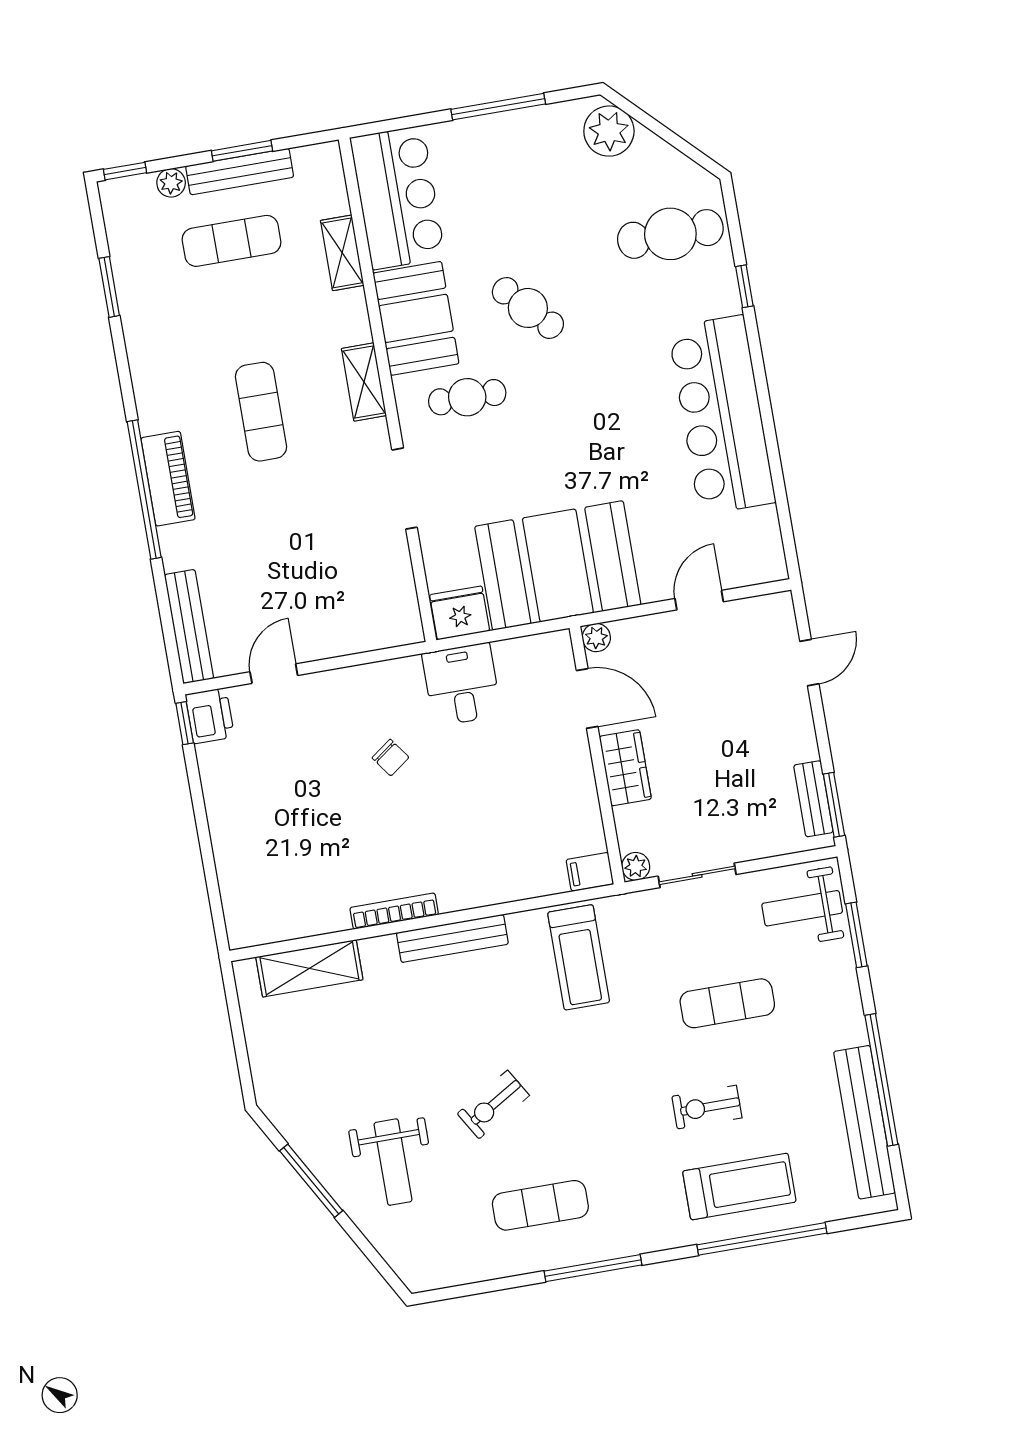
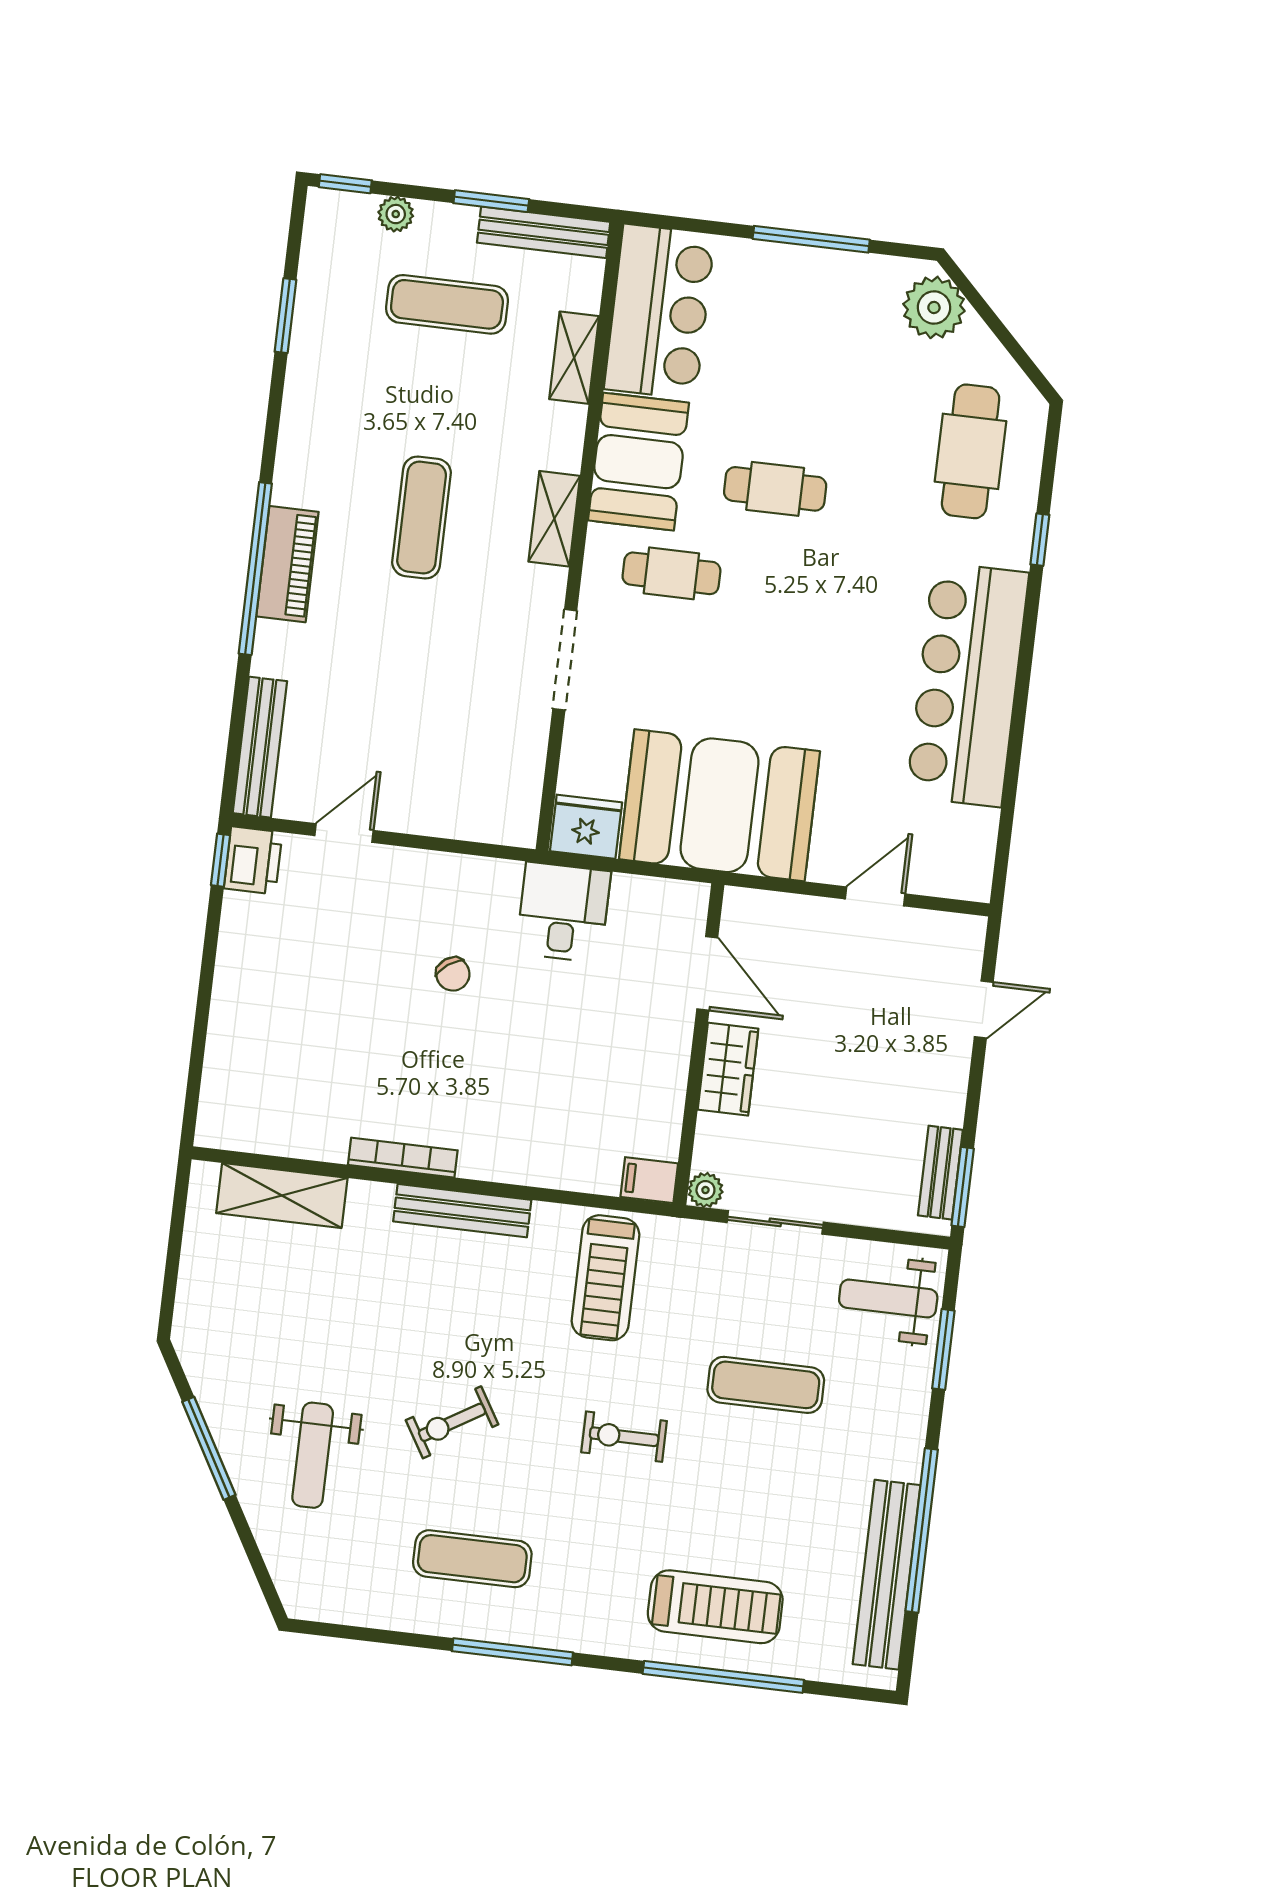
bench: (240, 172) -> (544, 232), moved
cafe table: (670, 234) -> (971, 451), turned 90
cafe table: (528, 308) -> (775, 489), turned -47
plant: (596, 638) -> (740, 904), removed
exercise bike: (707, 1107) -> (624, 1437), moved

